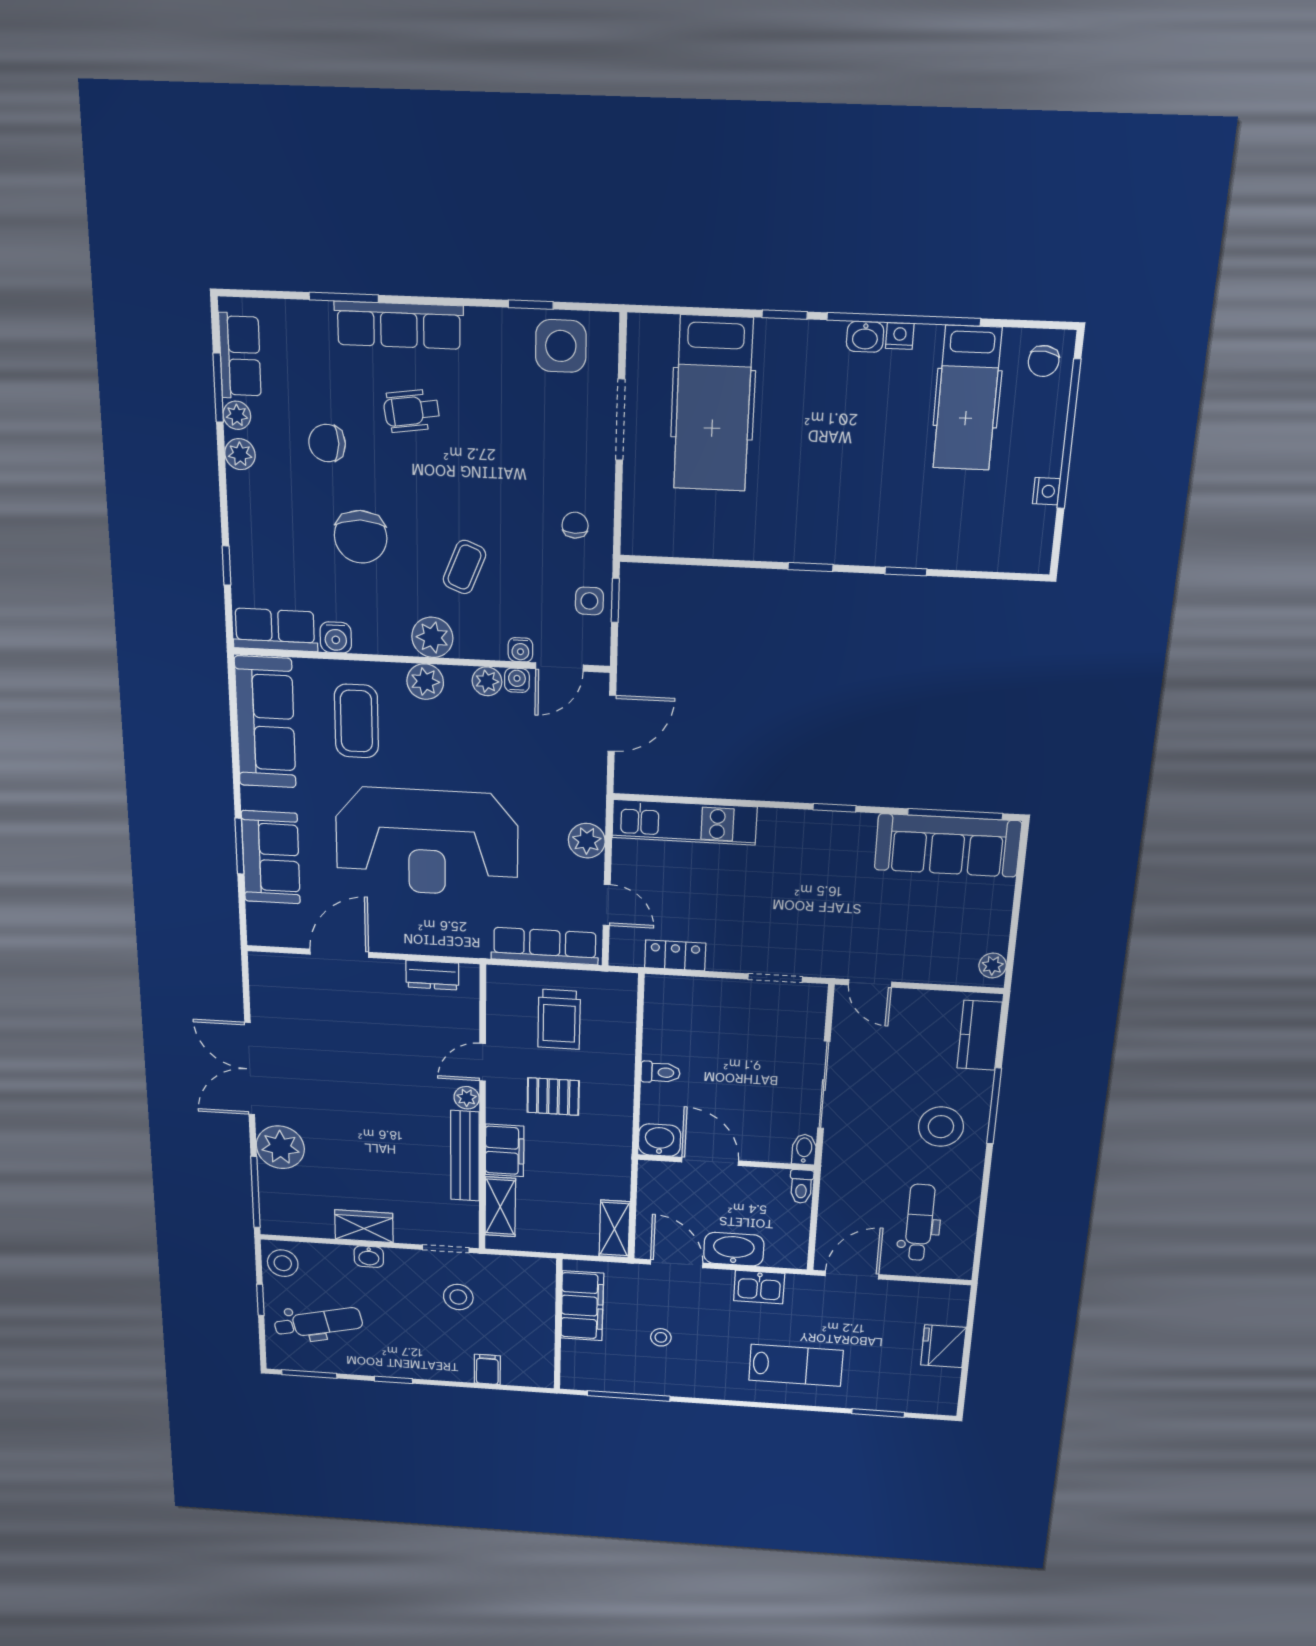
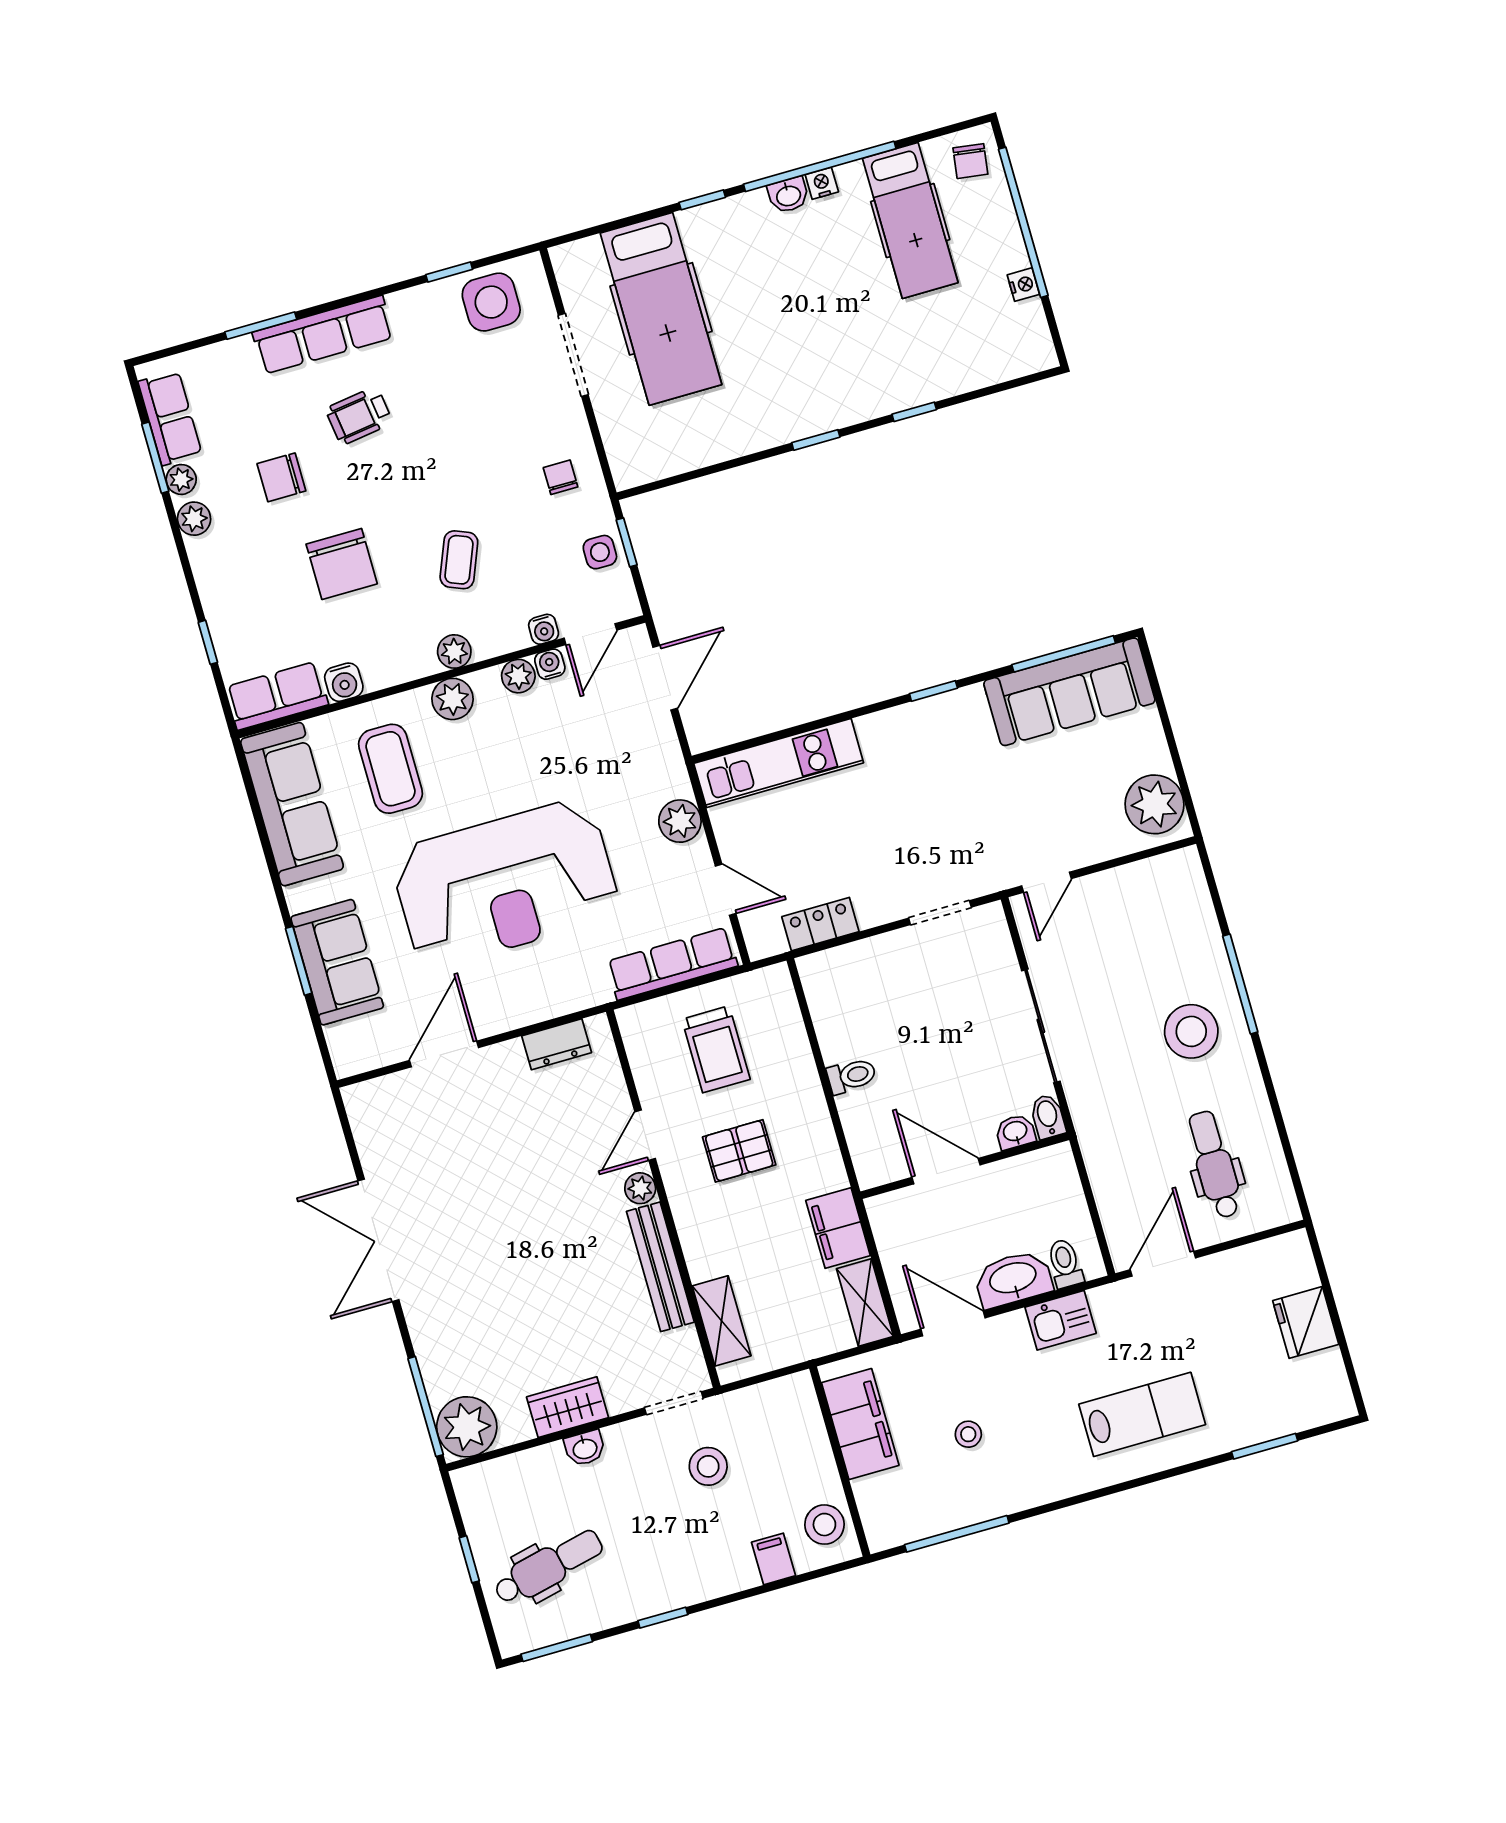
plant: (432, 637) -> (454, 652), width x0.73, depth x0.73
plant: (993, 966) -> (1154, 804), width x1.87, depth x1.87
door: (870, 983) -> (1046, 882), hinge flipped
kitchen counter: (979, 1035) -> (1190, 903), removed
washbasin: (659, 1140) -> (1015, 1132), moved, width x0.72, depth x0.69
plant: (280, 1147) -> (467, 1427), moved
filing cabinet: (505, 1150) -> (838, 1228), moved, turned 180
toilet: (801, 1187) -> (1065, 1263), moved, turned 180
stool: (283, 1263) -> (824, 1525), moved

